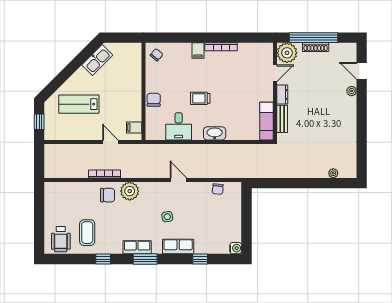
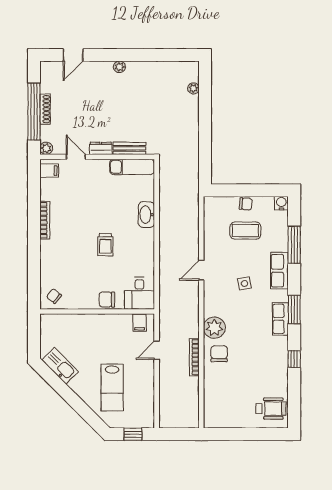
filing cabinet: (198, 51) -> (49, 171), moved
plant: (287, 53) -> (46, 148), width x0.53, depth x0.53
plant: (352, 91) -> (119, 67), moved
desk: (179, 126) -> (139, 293), moved, turned 90
washbasin: (215, 133) -> (146, 215), moved
chair: (218, 189) -> (246, 204), moved
coffee table: (87, 233) -> (245, 231), moved
window: (200, 259) -> (294, 245), width x2.17

